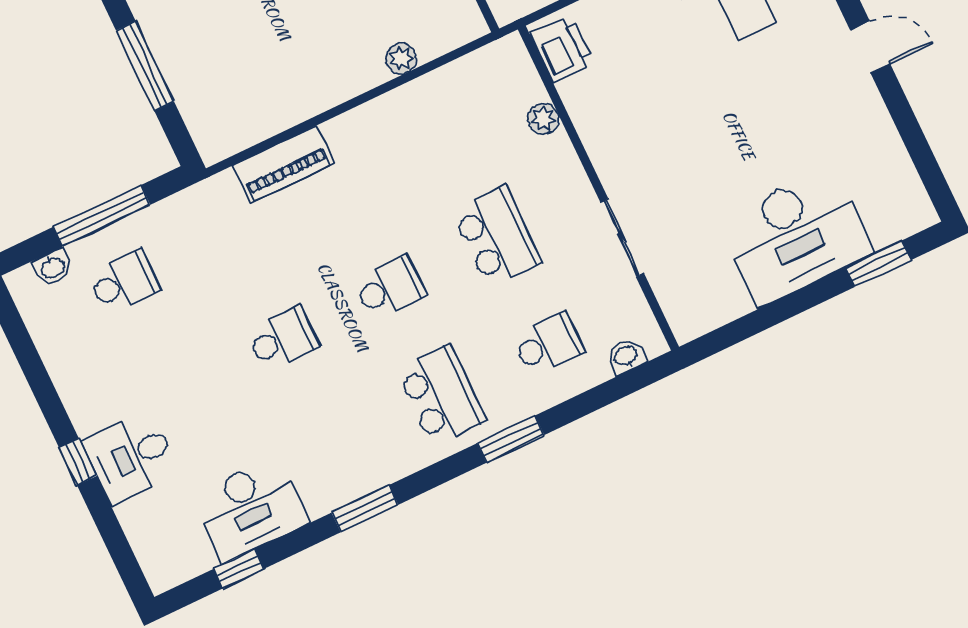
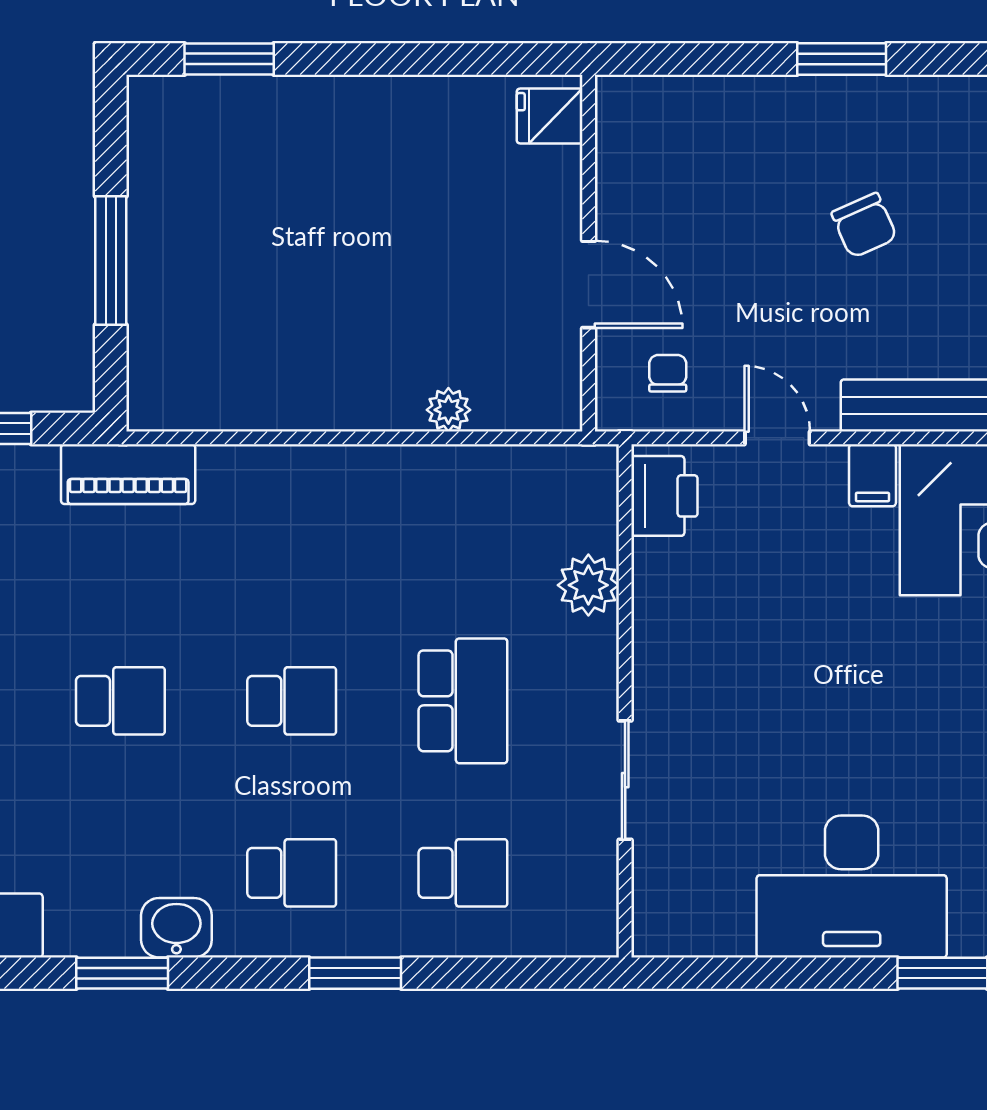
plant: (543, 119) -> (588, 585), width x1.38, depth x1.38
piano: (283, 164) -> (128, 474), moved
washbasin: (626, 356) -> (176, 928), moved, width x1.38, depth x1.45
school desk: (441, 395) -> (292, 873), width x0.54

